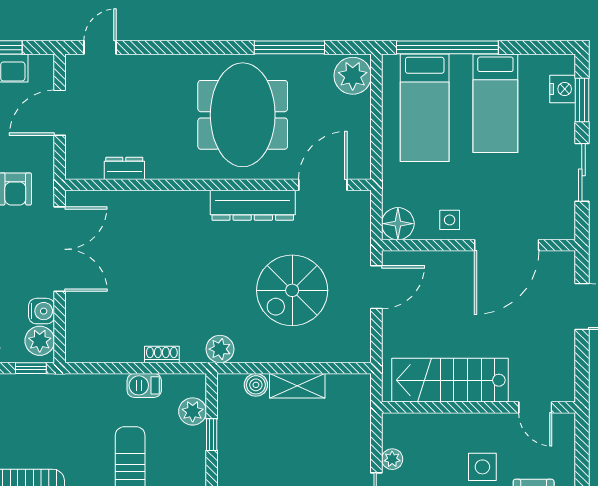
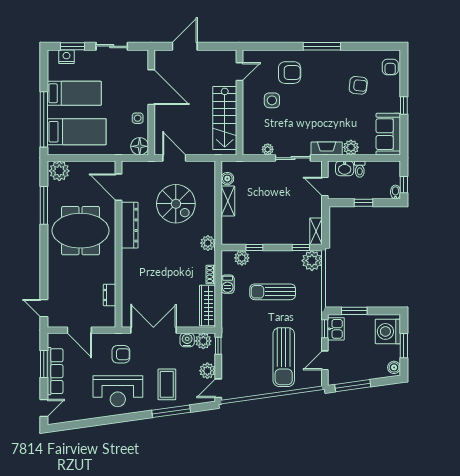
wardrobe: (105, 348) -> (207, 306), added
boiler: (256, 385) -> (227, 179), moved

